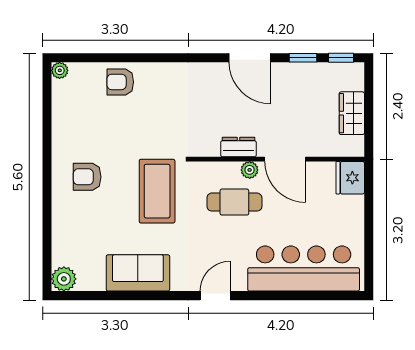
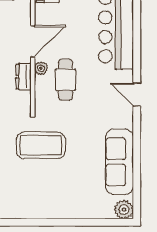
armchair: (87, 177) -> (46, 192), removed
coffee table: (157, 191) -> (41, 145), moved
sofa: (138, 273) -> (119, 162), width x1.36

